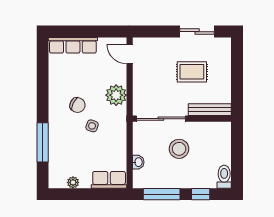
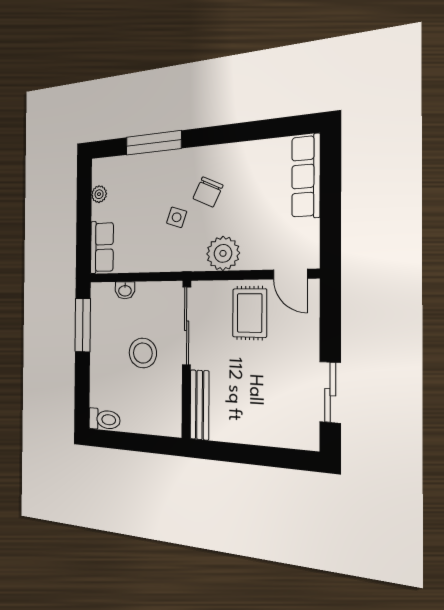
door: (130, 54) -> (290, 274), swing flipped
rug: (192, 72) -> (250, 313), moved
window: (201, 194) -> (82, 382), removed

